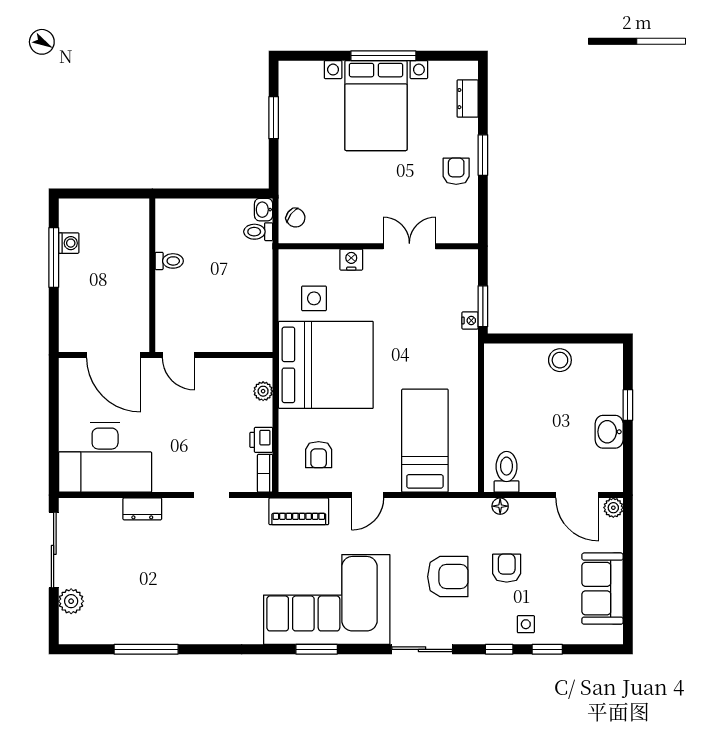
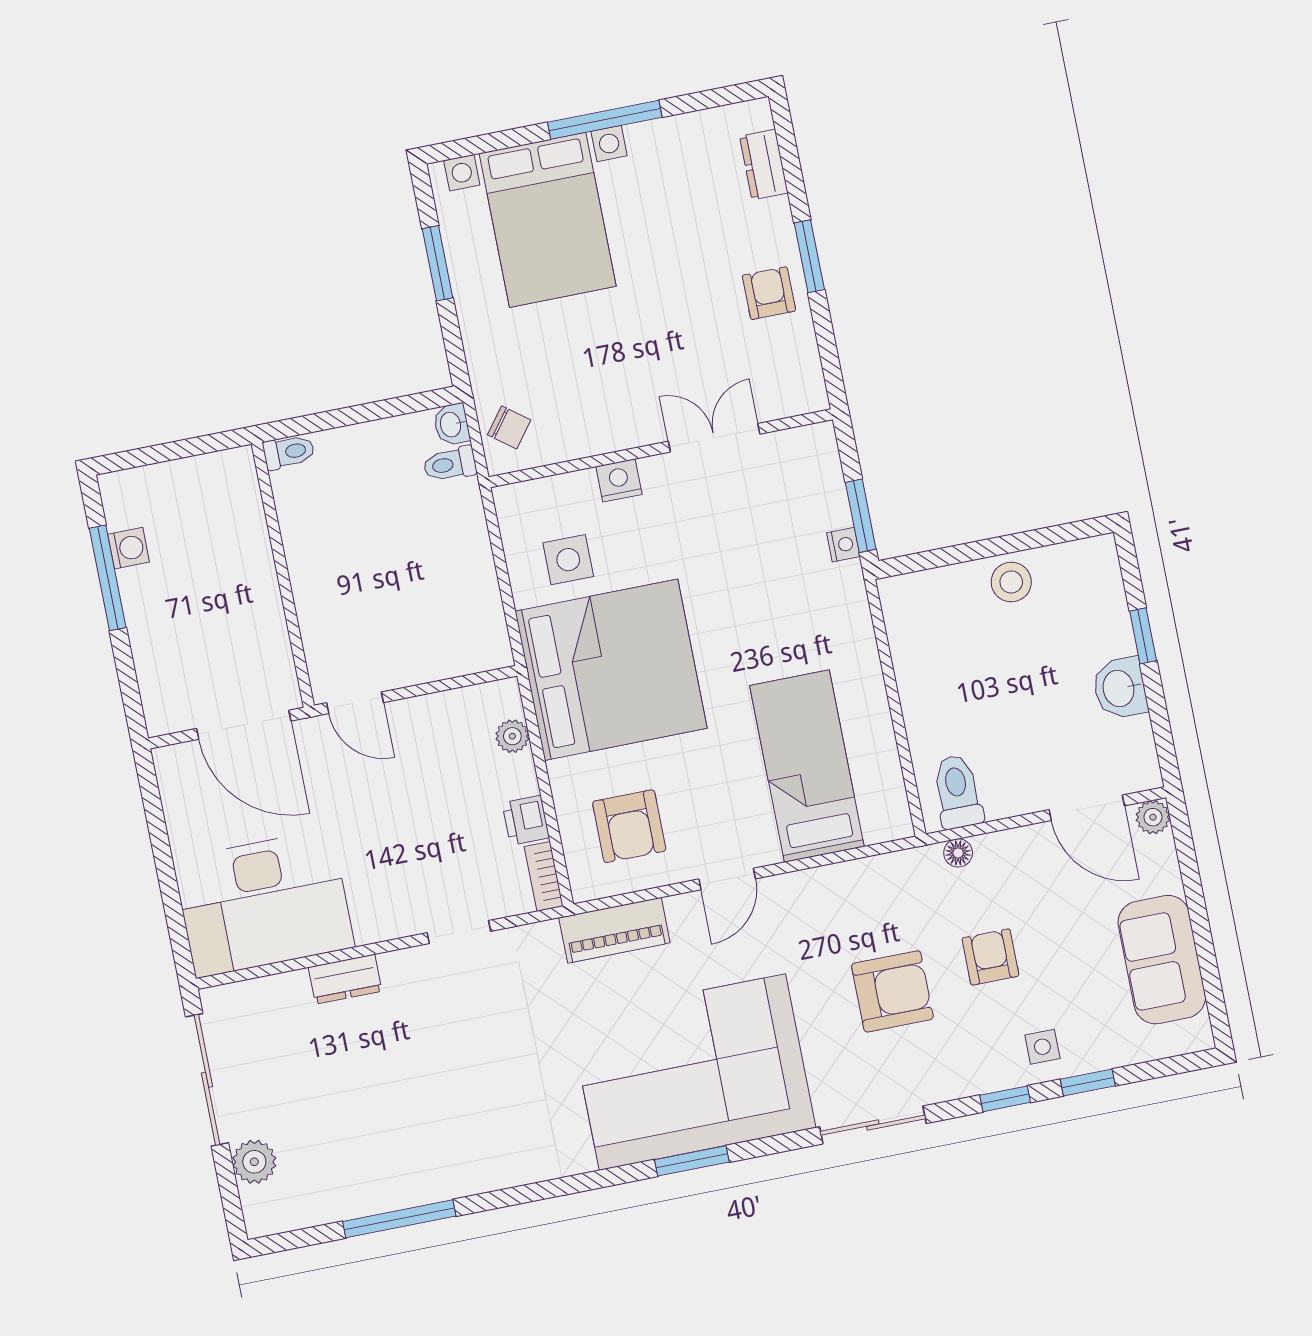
bed with nightstands: (376, 106) -> (548, 220), moved
toilet: (169, 261) -> (289, 452), moved
armchair: (319, 455) -> (629, 826), width x1.38, depth x1.38

